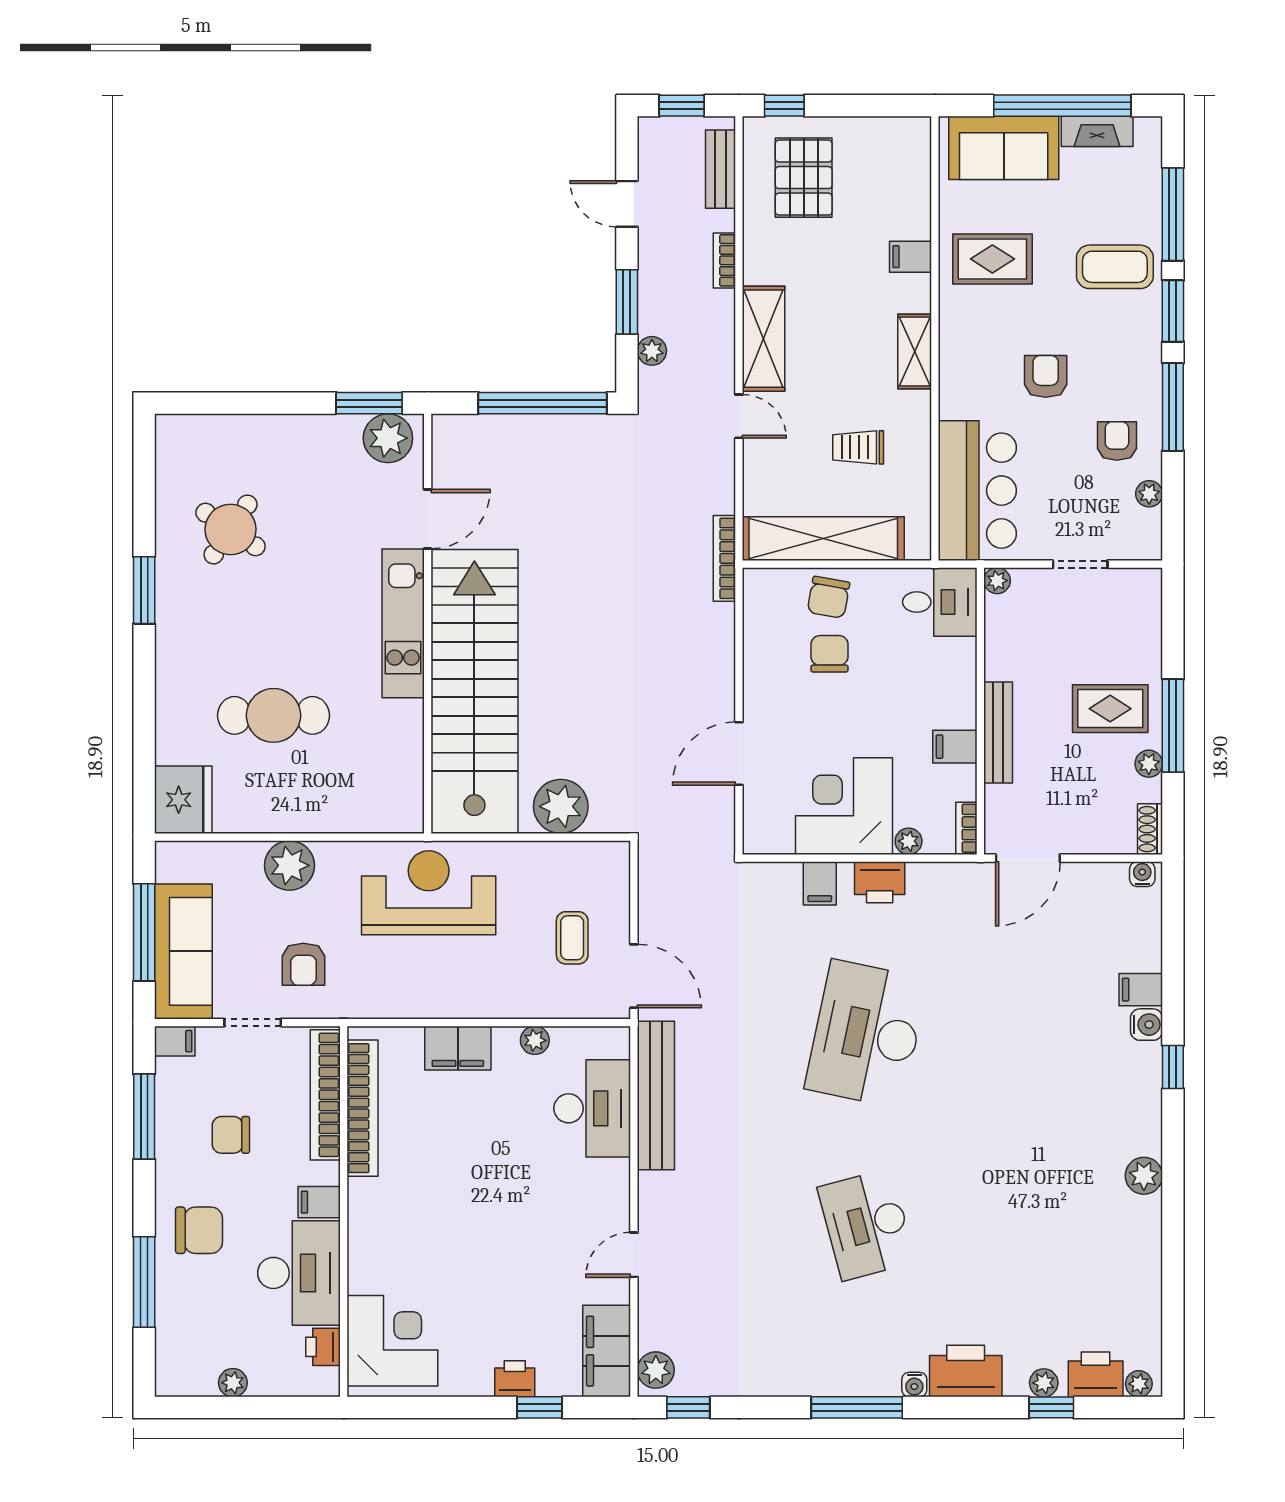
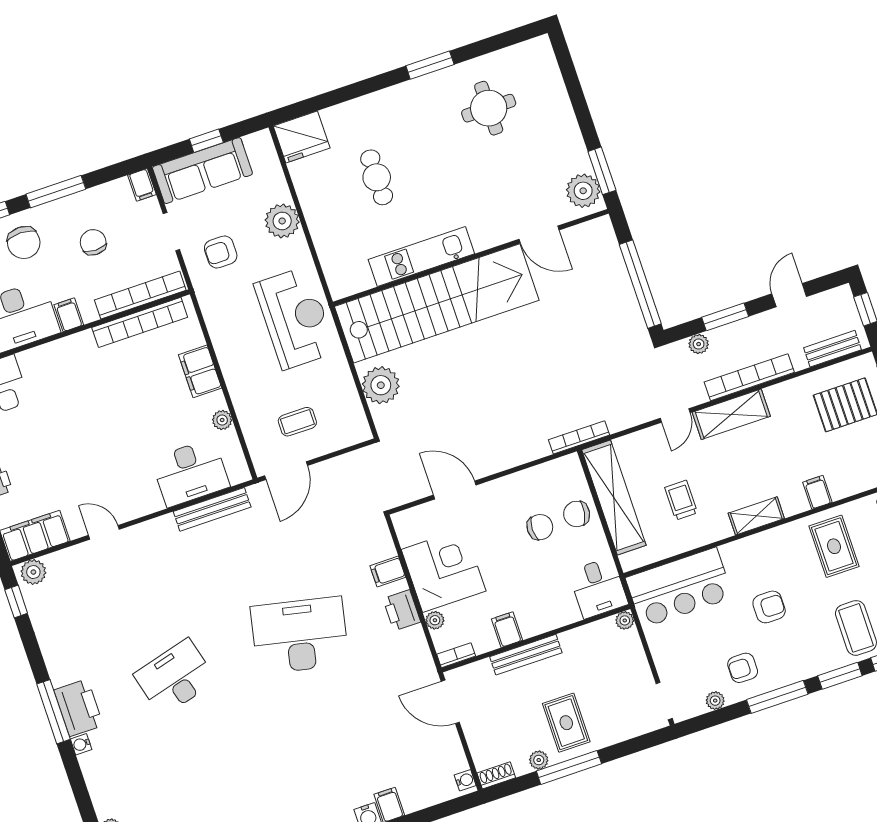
bookcase: (724, 260) -> (749, 377), width x2.31, depth x1.31
armchair: (1117, 441) -> (743, 668), turned 180
round table: (231, 529) -> (489, 108), turned -34
doorway: (1080, 564) -> (664, 701), moved
kitchen unit: (403, 623) -> (421, 257), moved
cafe table: (273, 715) -> (377, 177), width x0.73, depth x0.74
window: (144, 932) -> (206, 141), width x0.46
bench: (656, 1096) -> (212, 509), width x0.73, depth x0.82
window: (144, 1117) -> (56, 192), moved
printer: (966, 1371) -> (79, 708), moved

